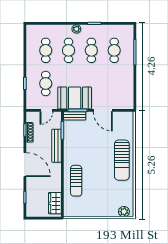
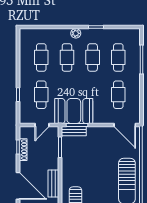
cafe table: (114, 83) -> (118, 95), added
door: (103, 110) -> (125, 125), moved
bench: (56, 146) -> (53, 184), moved, width x0.73

